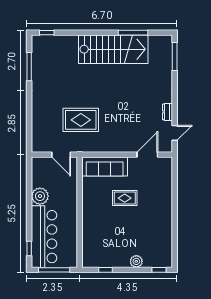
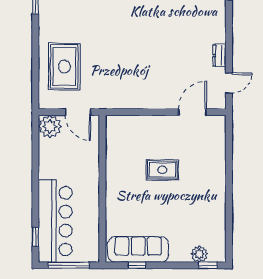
rug: (81, 120) -> (64, 66), moved, turned 90
sofa: (105, 166) -> (138, 249), moved, turned 180
plant: (40, 196) -> (50, 126), moved
plant: (136, 261) -> (199, 254), moved

